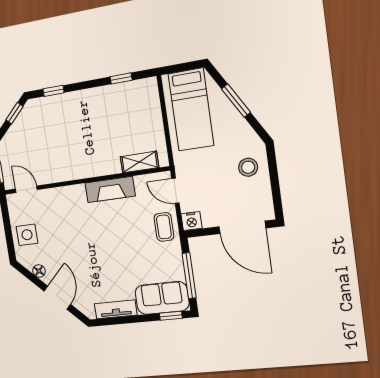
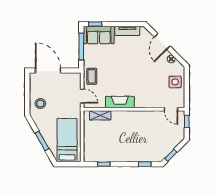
nightstand: (192, 221) -> (76, 78), removed

